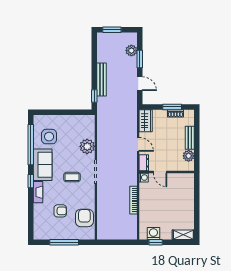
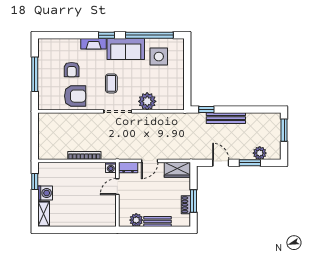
door: (140, 84) -> (221, 163), swing flipped
armchair: (84, 218) -> (75, 96), moved
washing machine: (153, 234) -> (45, 193), moved

